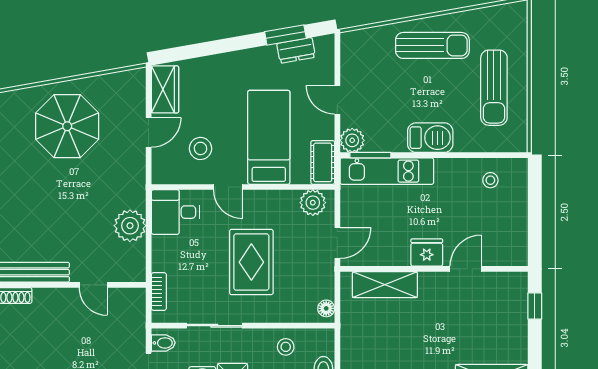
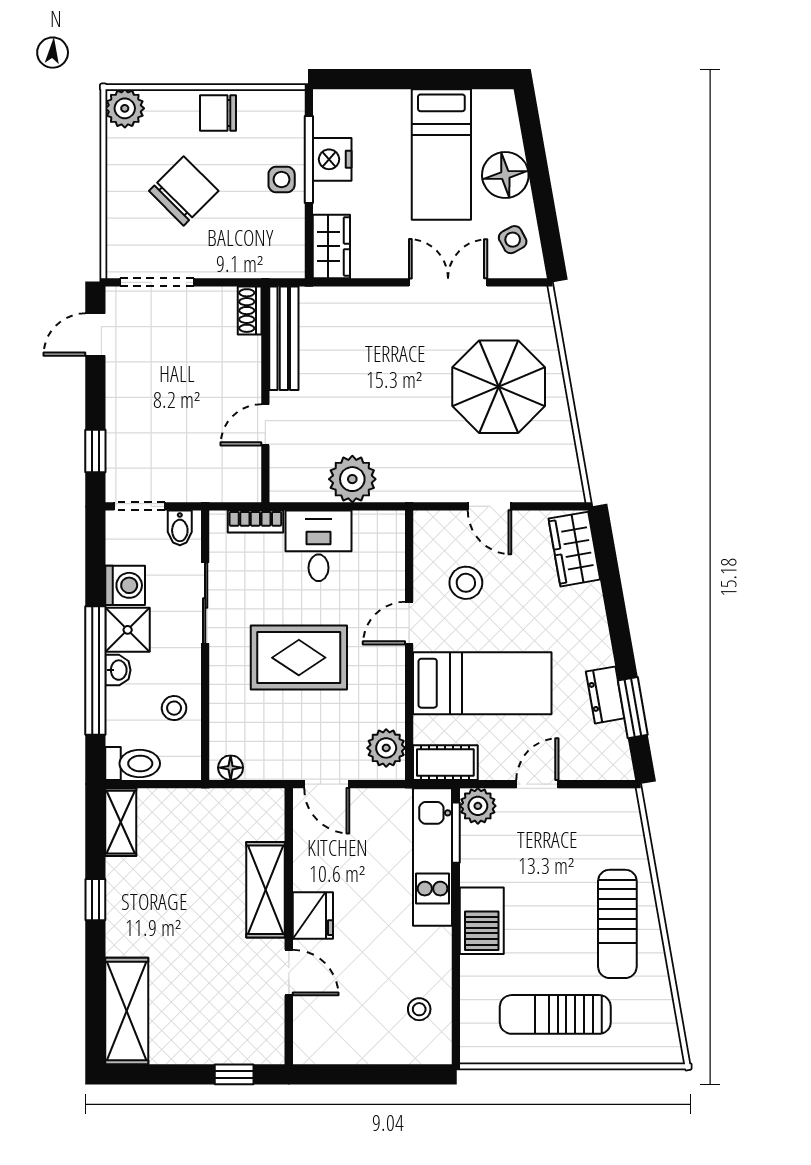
dresser: (296, 50) -> (605, 695), moved
wardrobe: (165, 89) -> (574, 549), moved, turned 80
desk: (175, 212) -> (319, 546), moved
shelving: (385, 285) -> (266, 890), moved

